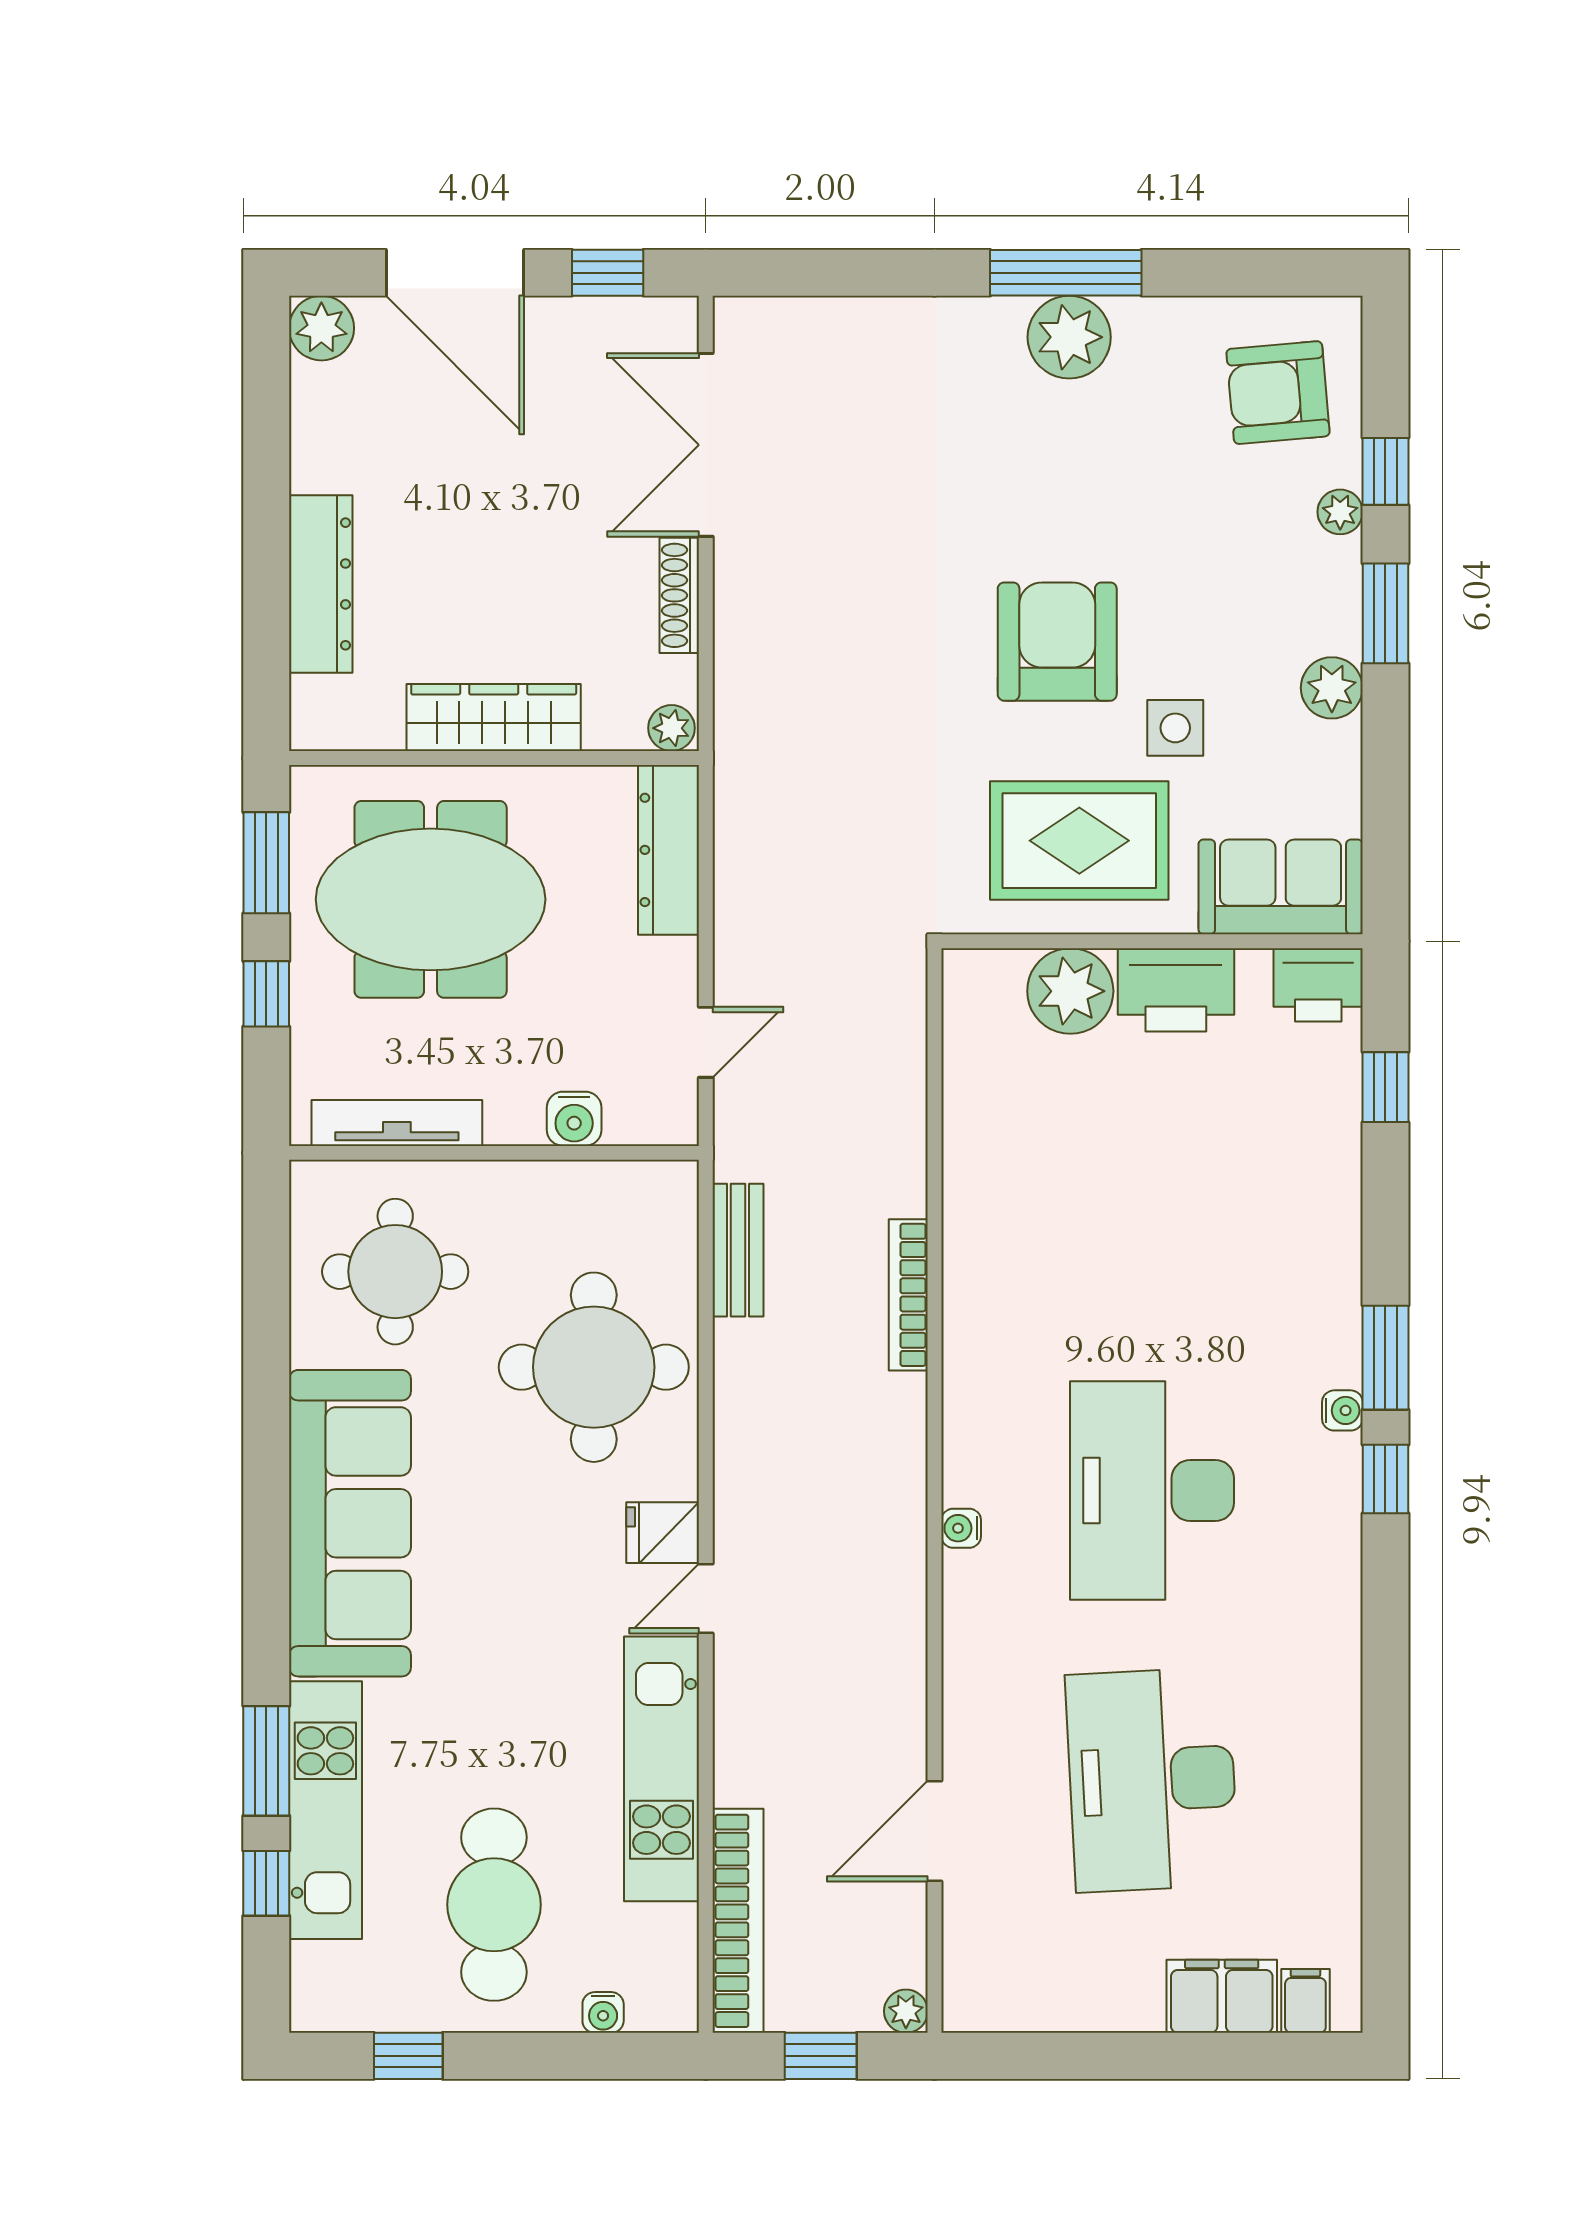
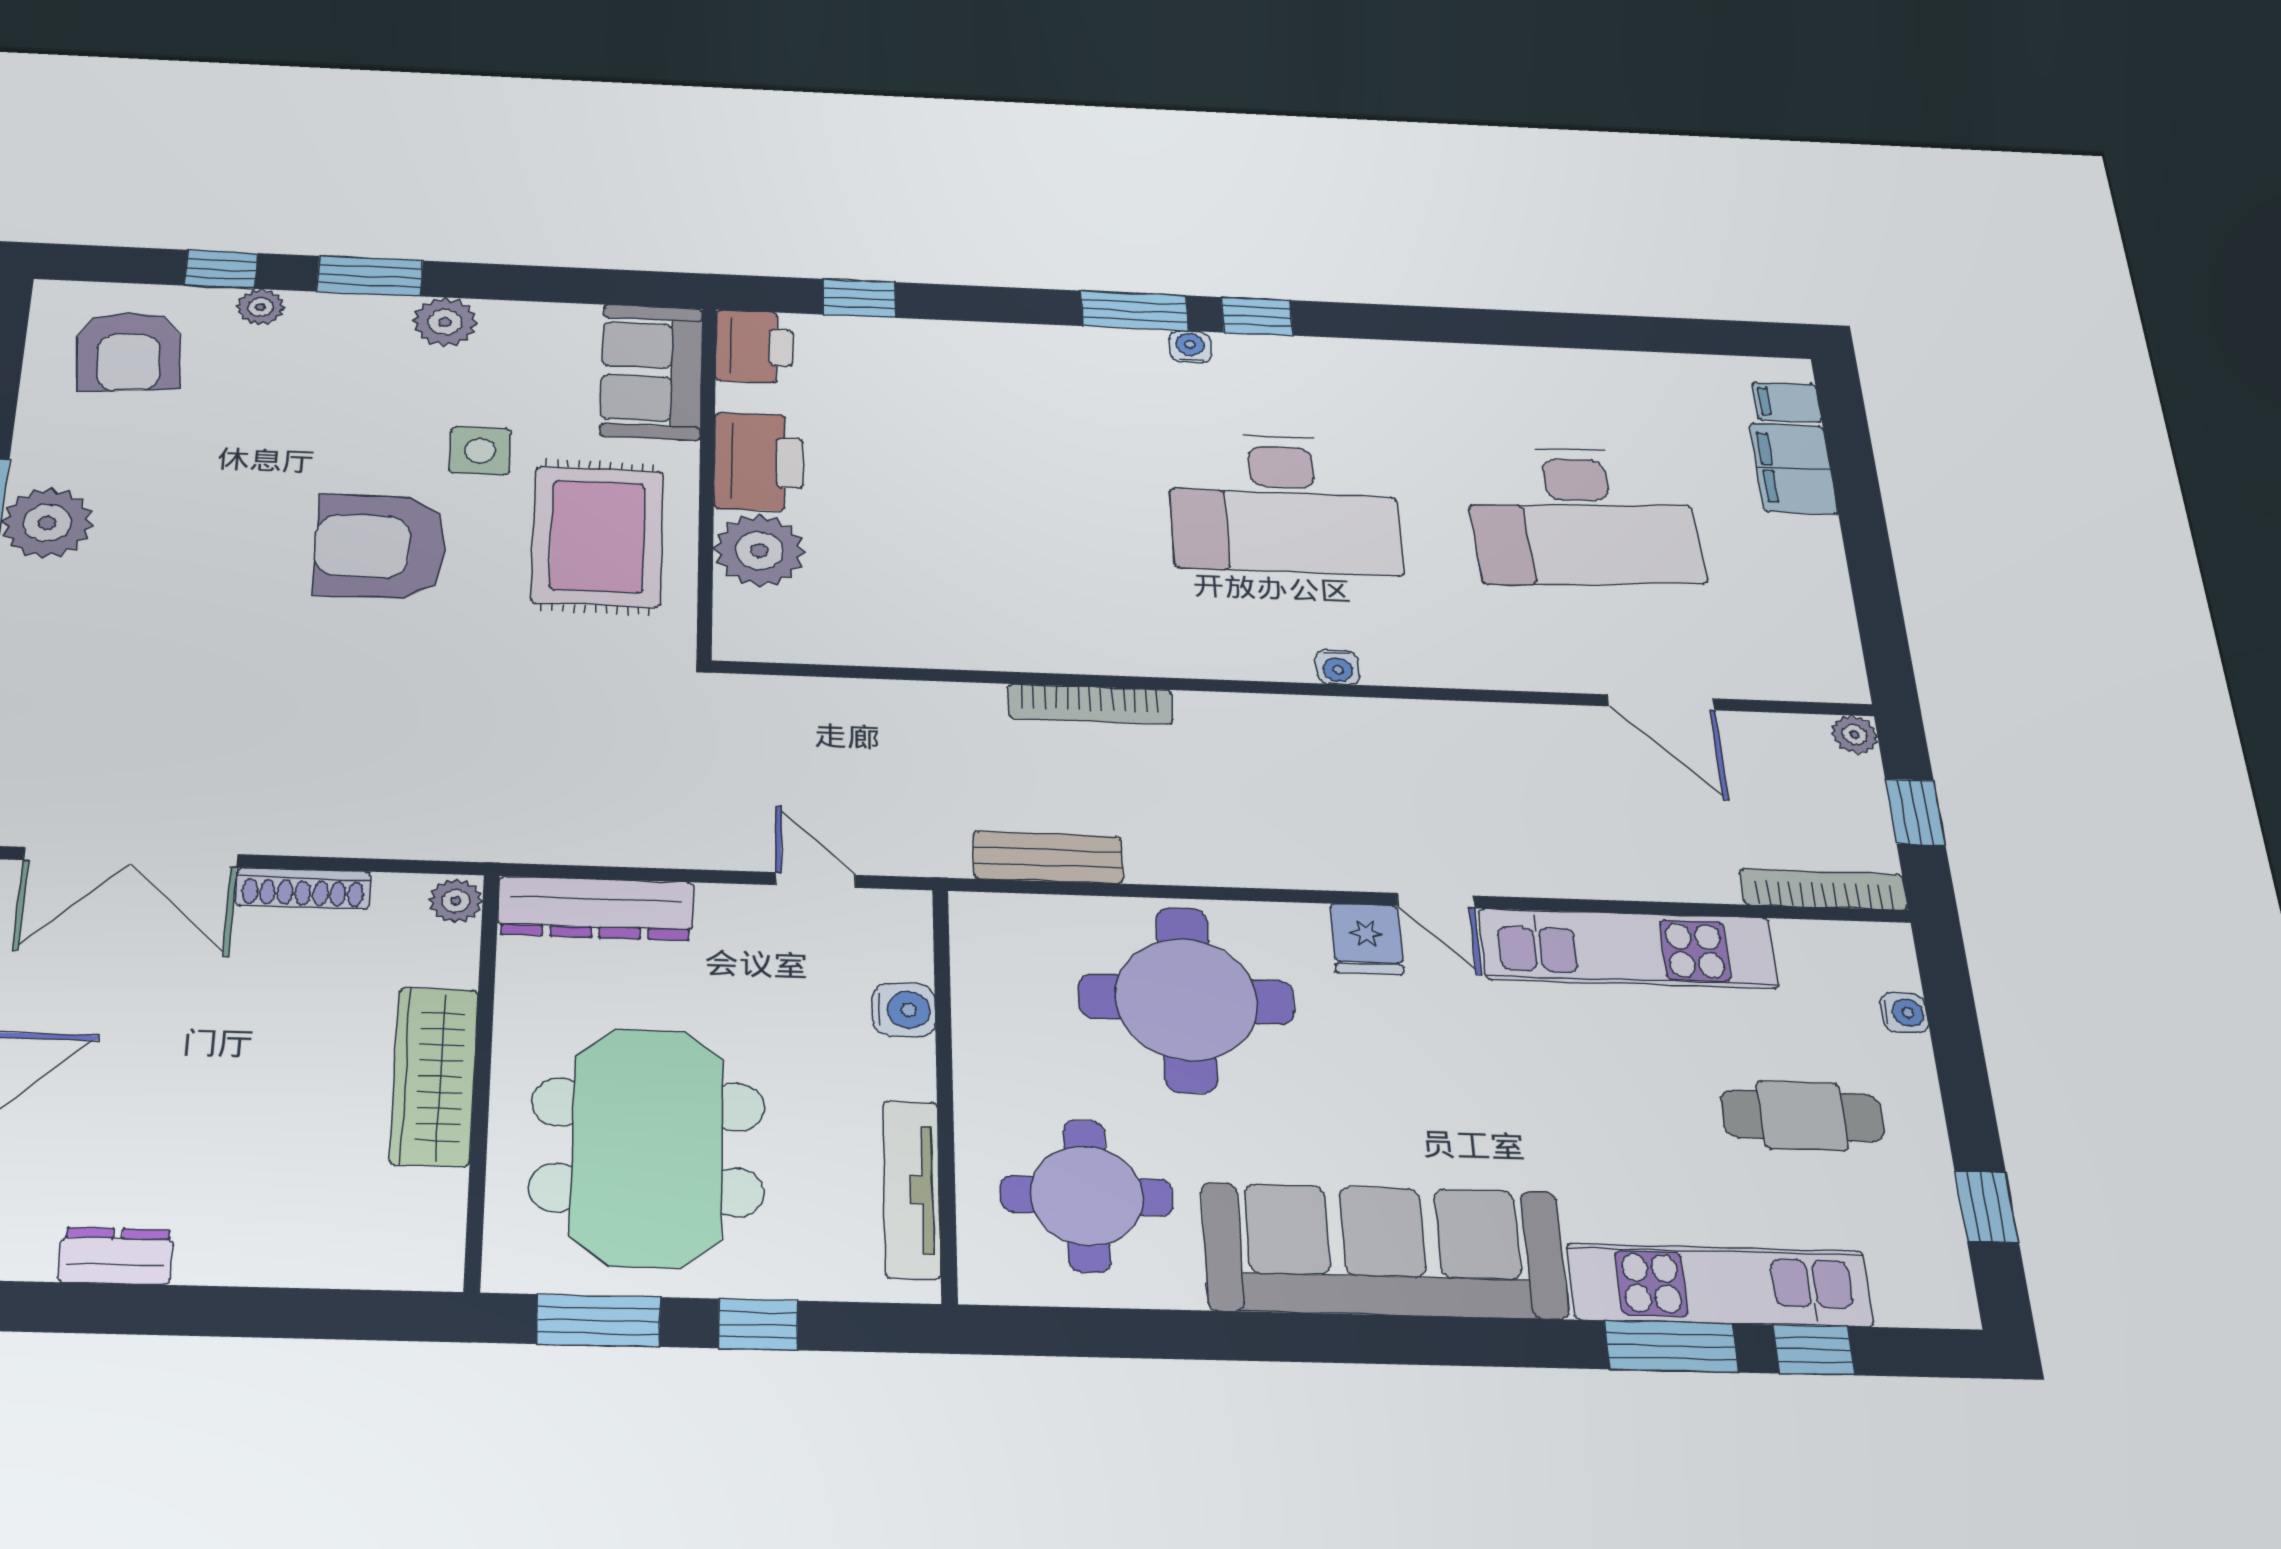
dresser: (321, 584) -> (116, 1256), moved, width x0.51, depth x0.80
cafe table: (494, 1905) -> (1802, 1116), width x0.73, depth x0.74
bookcase: (738, 1921) -> (1824, 889), width x0.68, depth x0.76

